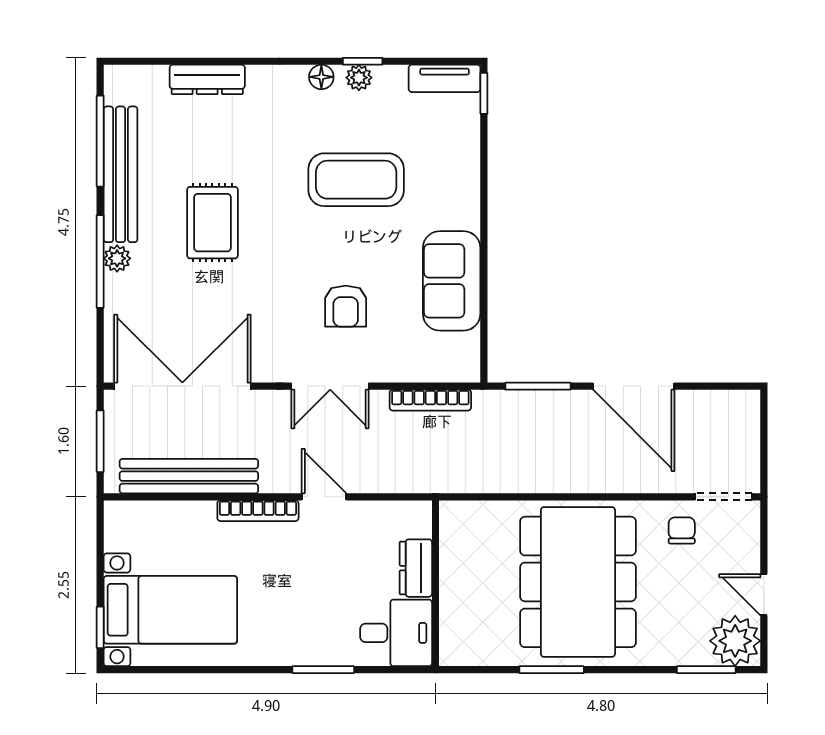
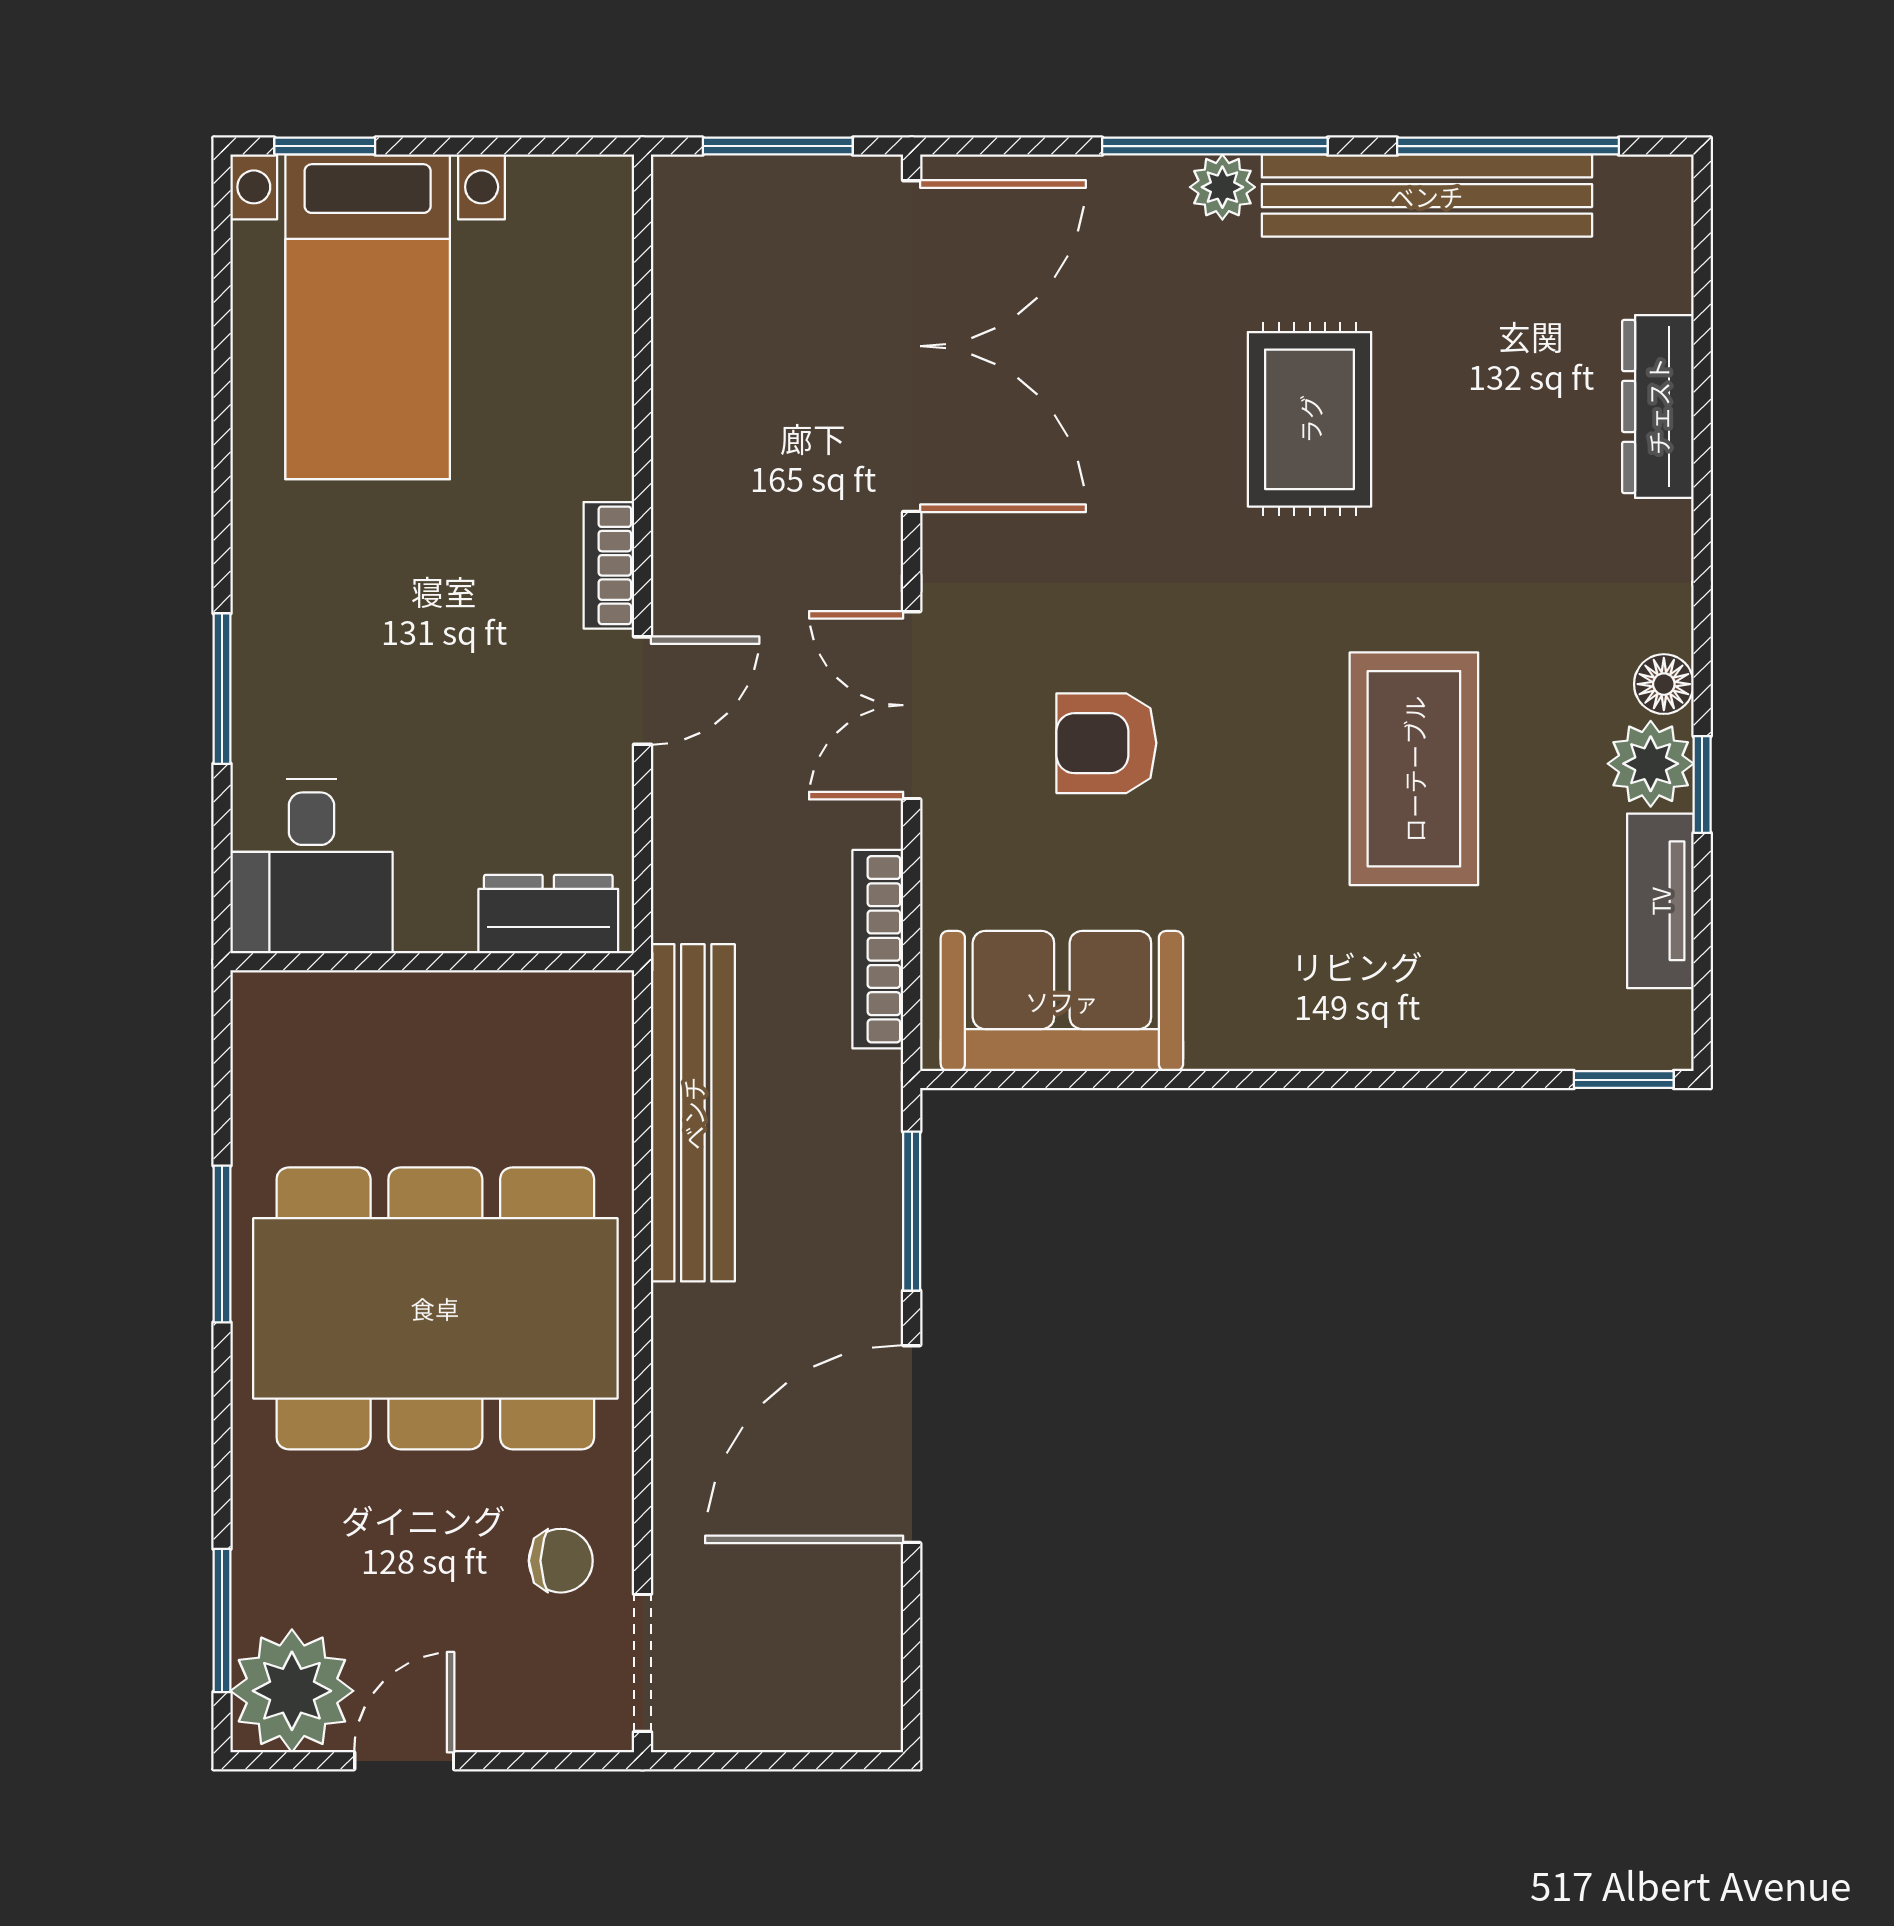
plant: (359, 78) -> (1651, 764), width x1.38, depth x1.38
tv unit: (445, 78) -> (1660, 901), moved
rug: (212, 223) -> (1310, 419), turned 90
sofa: (452, 281) -> (1062, 1001), moved
bench: (189, 476) -> (693, 1113), moved
bookcase: (258, 511) -> (609, 565), width x0.64
dresser: (416, 568) -> (548, 914), moved

